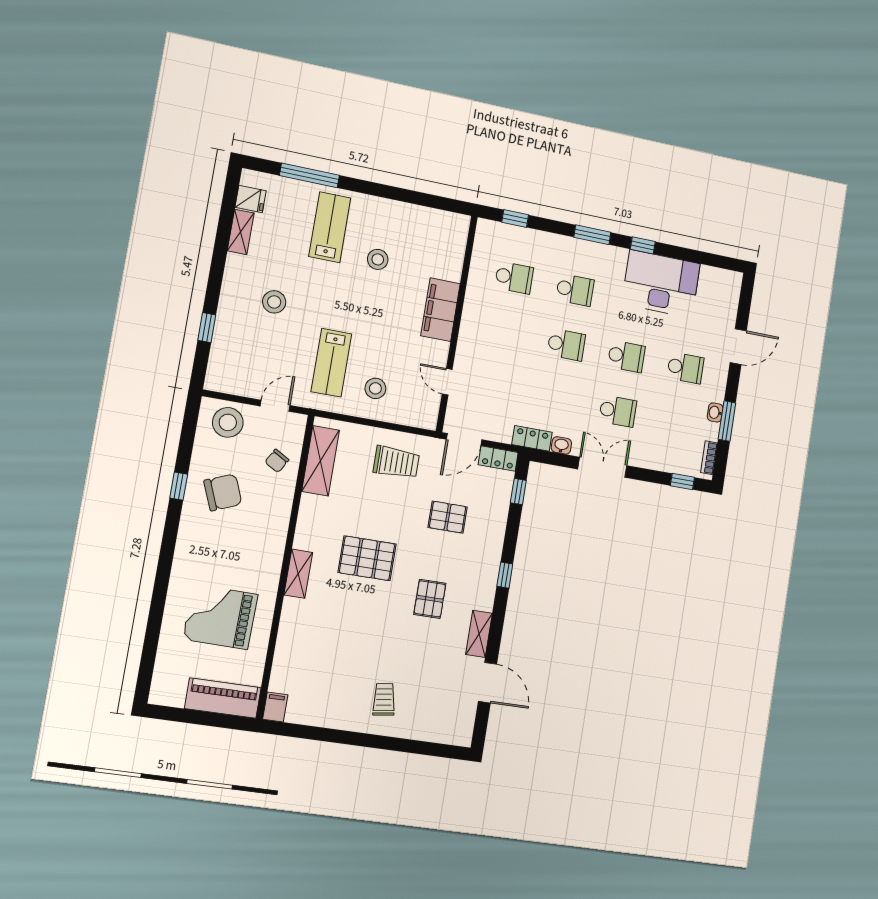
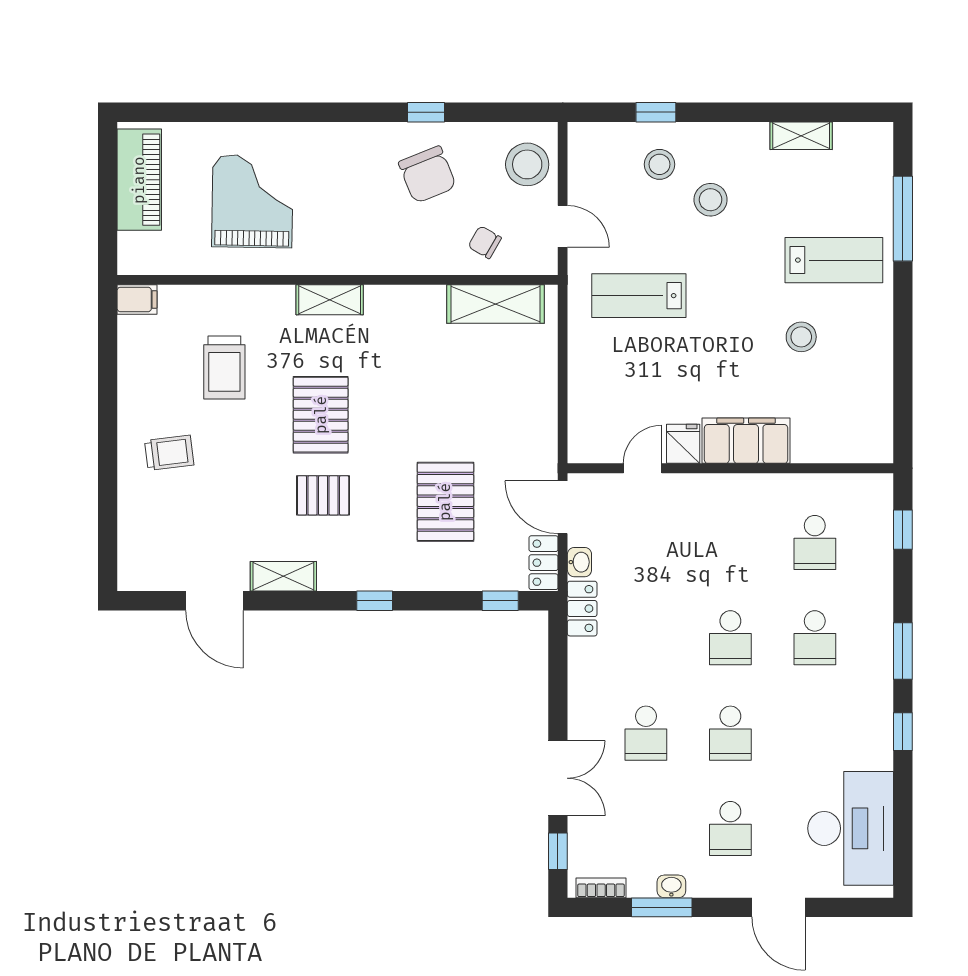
fridge: (251, 199) -> (683, 444), moved, turned 180
desk: (661, 284) -> (851, 828), moved
stool: (375, 388) -> (660, 164), moved
washbasin: (561, 445) -> (579, 562), moved
trolley: (396, 462) -> (224, 367), moved
double door: (602, 467) -> (558, 778), moved
pallet: (448, 517) -> (445, 502), width x1.50, depth x1.42
pallet: (367, 558) -> (321, 415), moved
door: (487, 683) -> (214, 601), hinge flipped
piano: (223, 698) -> (139, 180), moved

